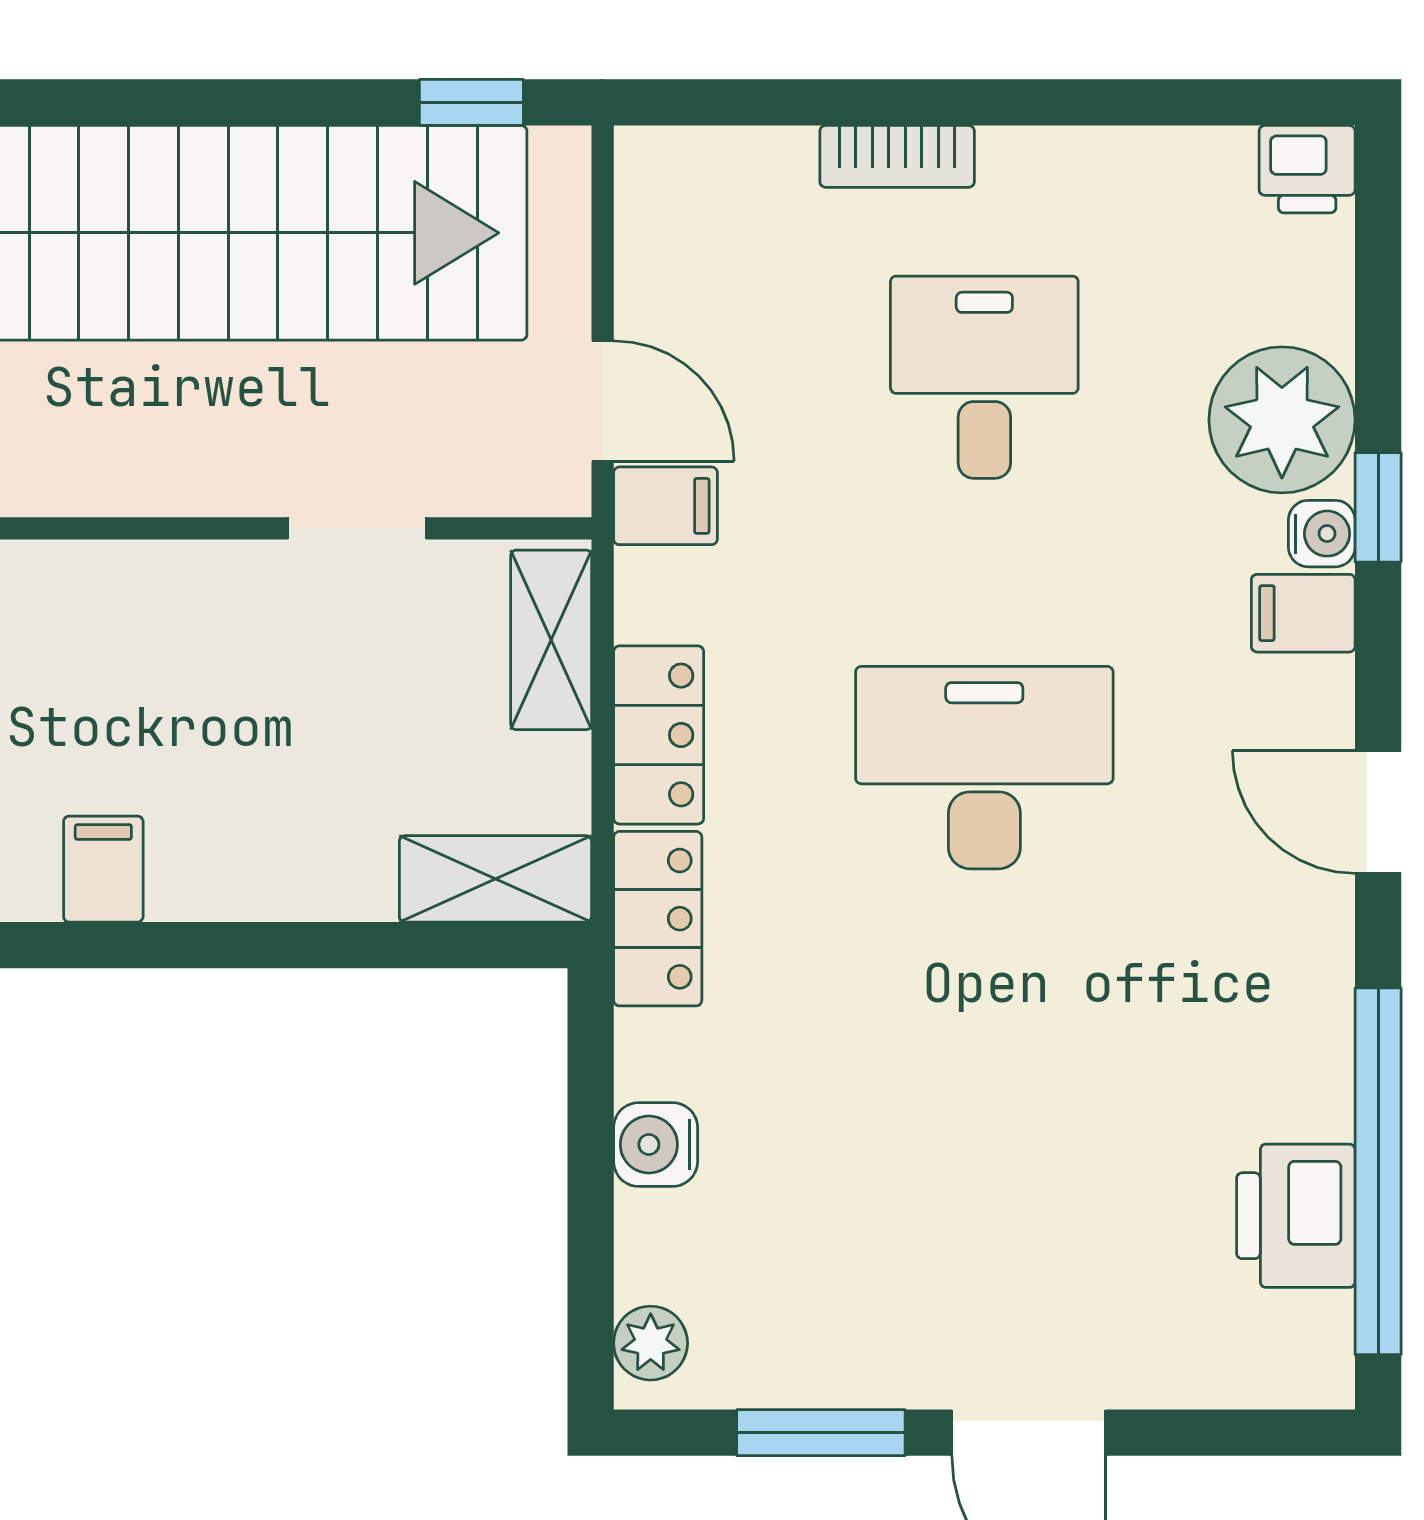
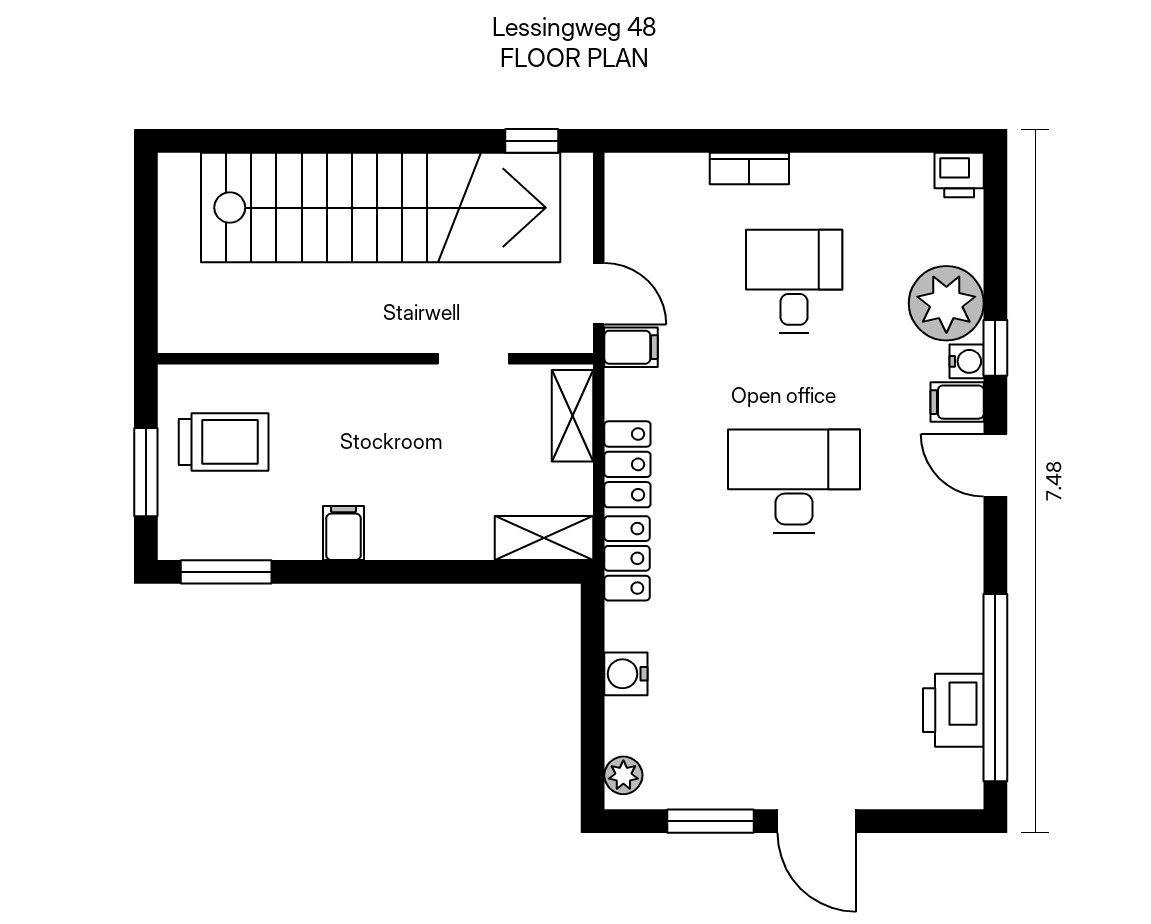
door: (1378, 812) -> (995, 465), moved

